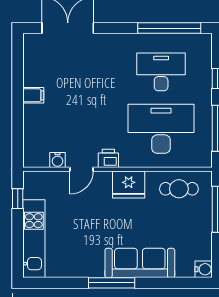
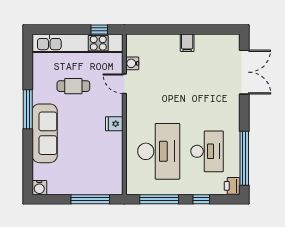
printer: (108, 158) -> (232, 186), moved, turned 180
fridge: (129, 185) -> (114, 124), width x0.53, depth x0.75
cafe table: (179, 189) -> (73, 86), moved, turned 90
kitchen unit: (34, 239) -> (77, 43), width x1.36

